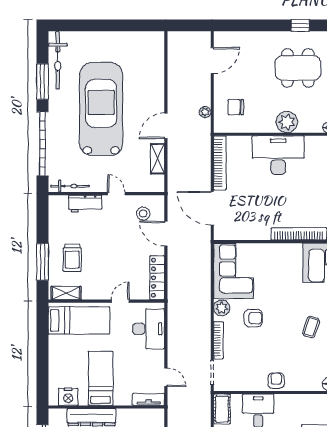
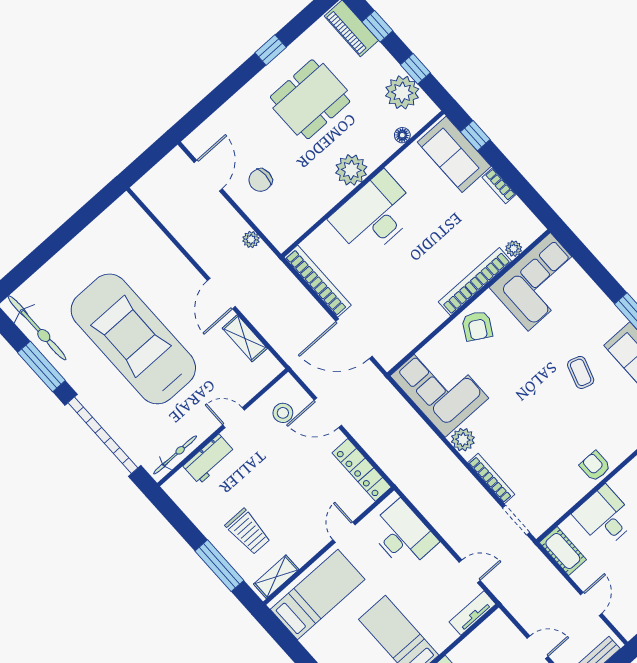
chair: (236, 107) -> (260, 180), moved
armchair: (253, 318) -> (477, 326), moved, turned 120

